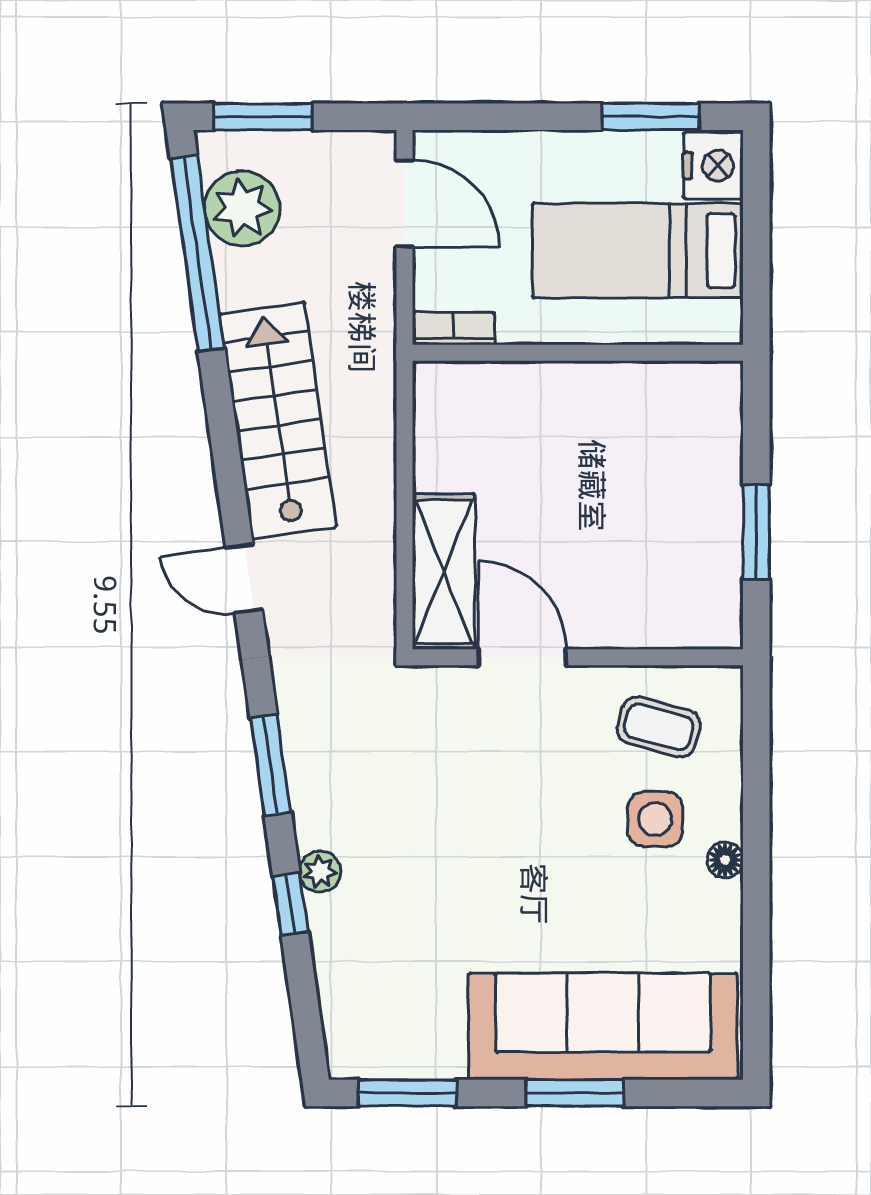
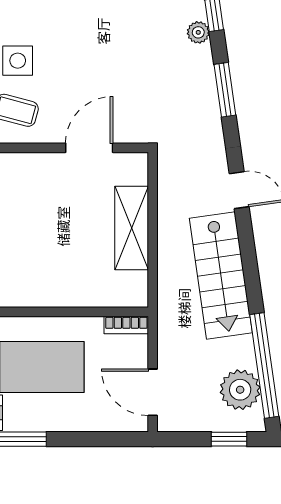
window: (263, 117) -> (229, 439), width x0.67
shelving: (444, 572) -> (132, 228), moved
door: (523, 657) -> (89, 148), swing flipped

